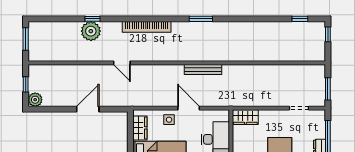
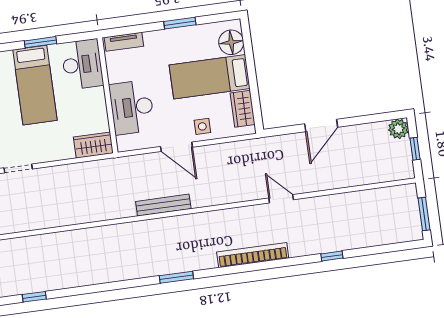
plant: (91, 31) -> (332, 238), removed

